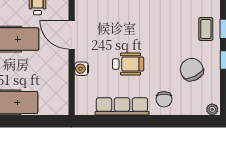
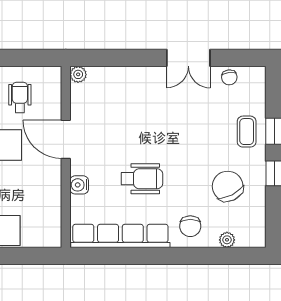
row of seats: (122, 106) -> (120, 236), width x1.36
plant: (212, 109) -> (227, 240), moved

